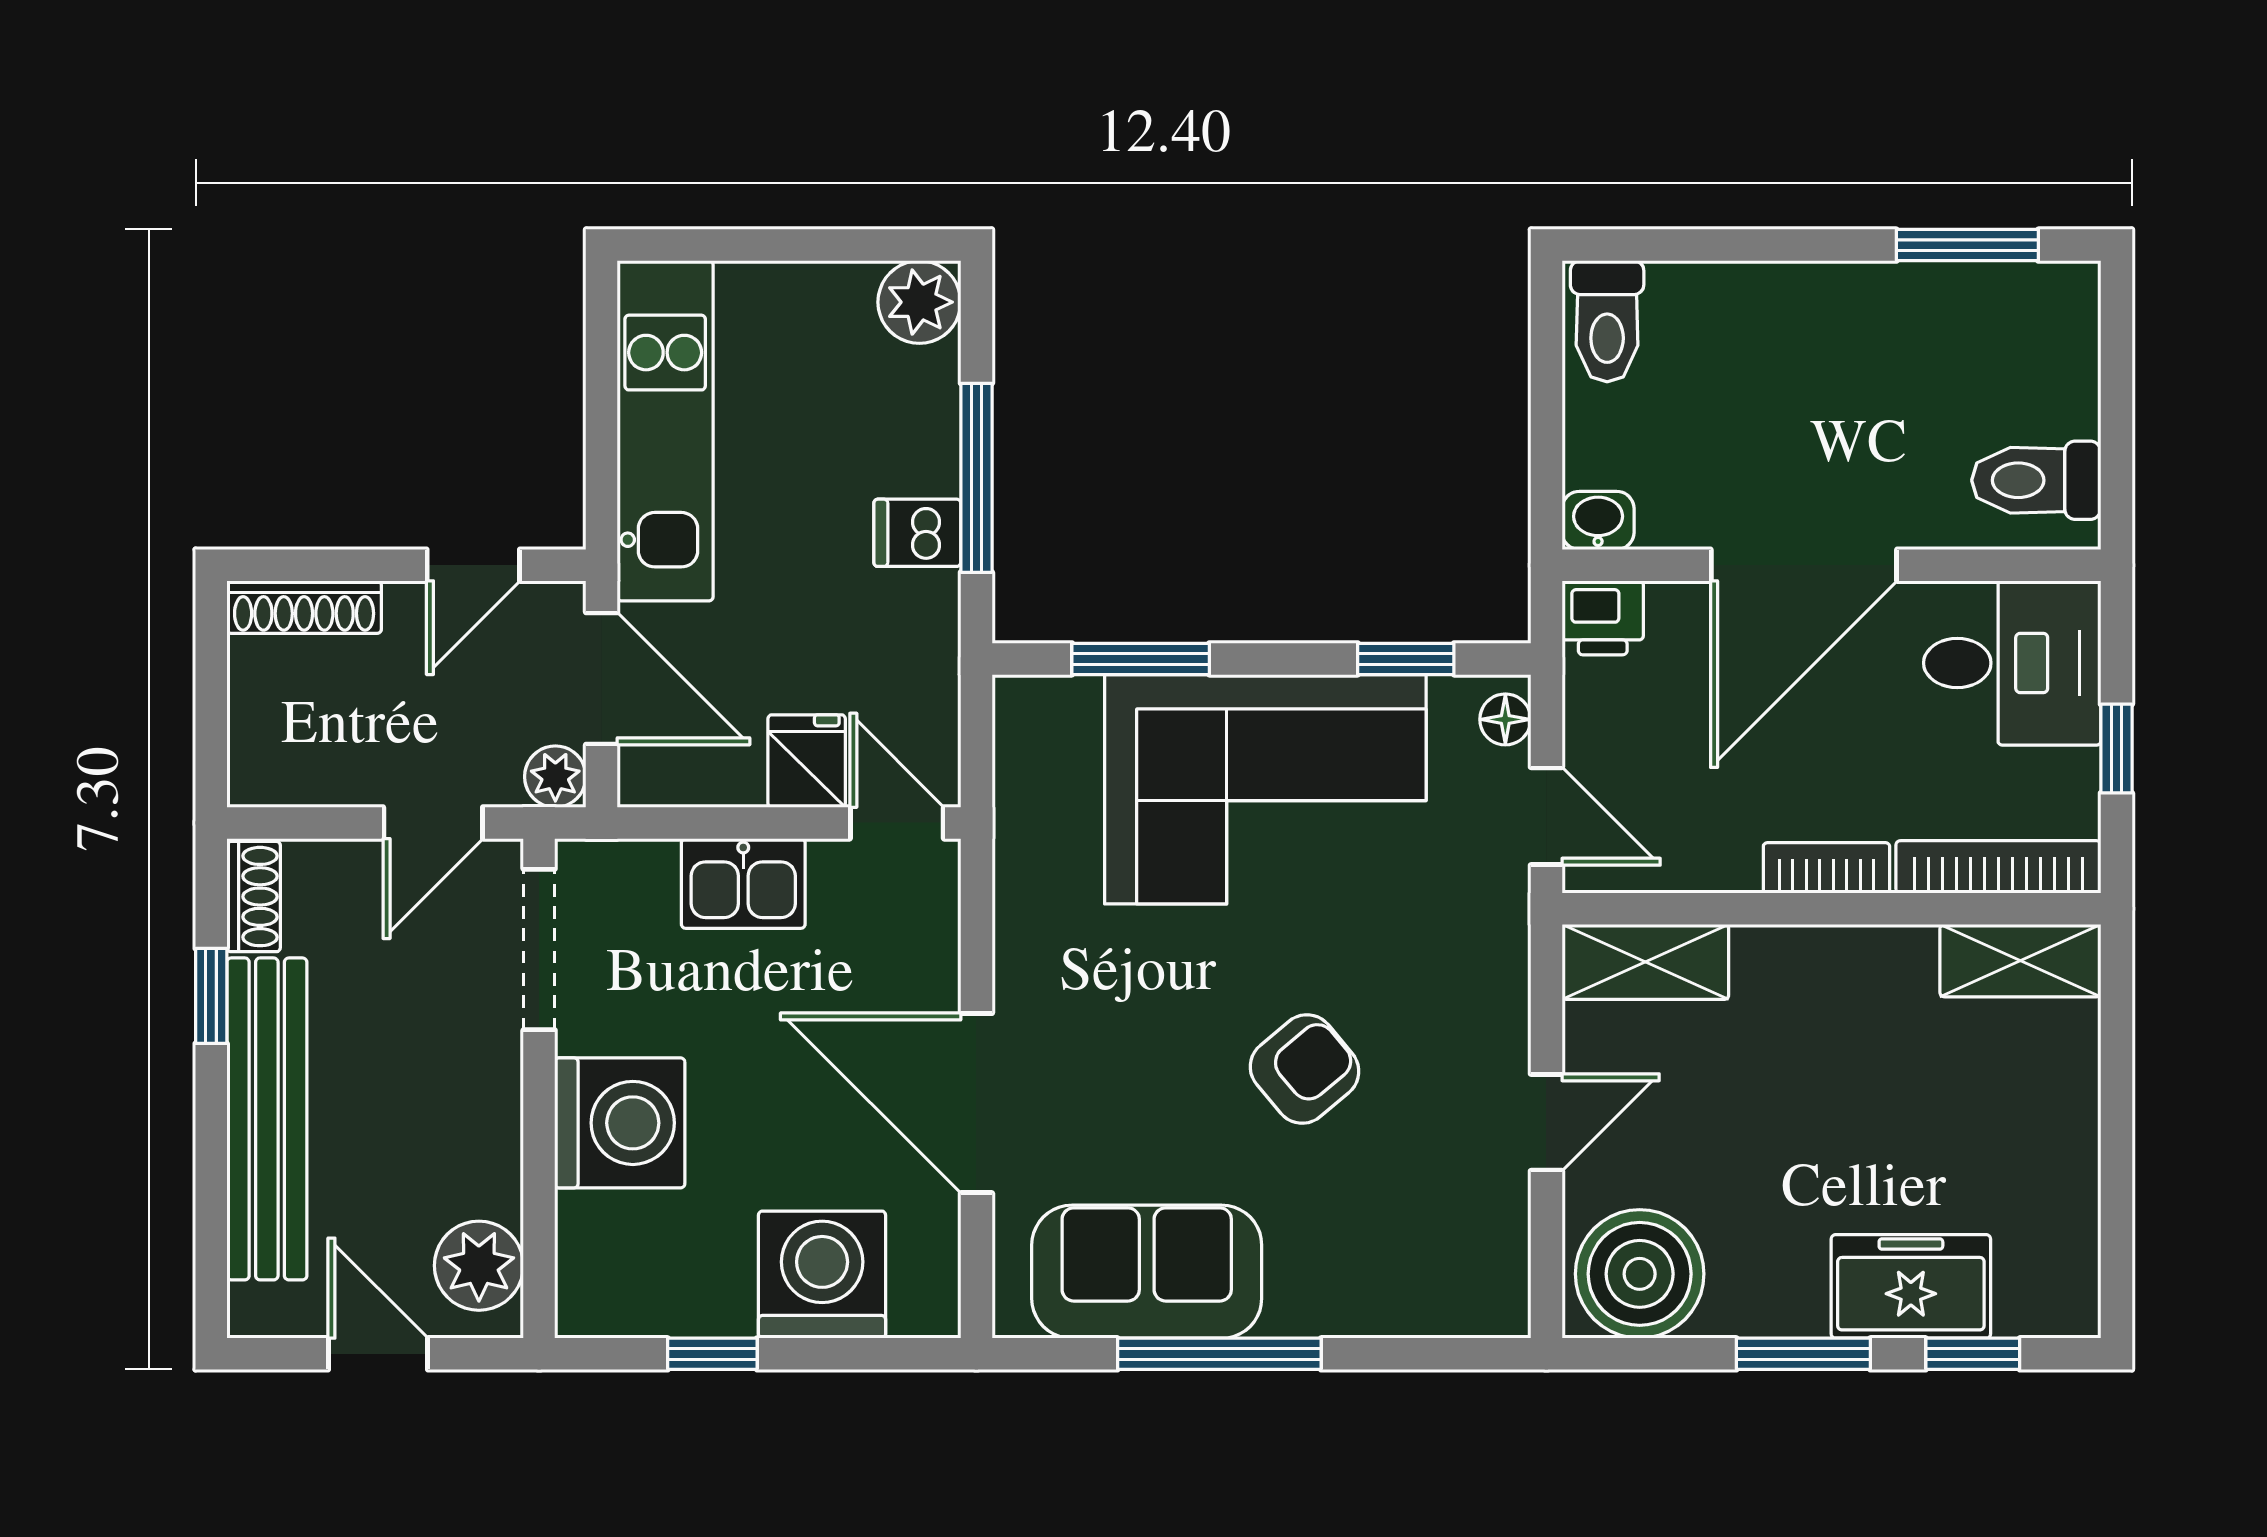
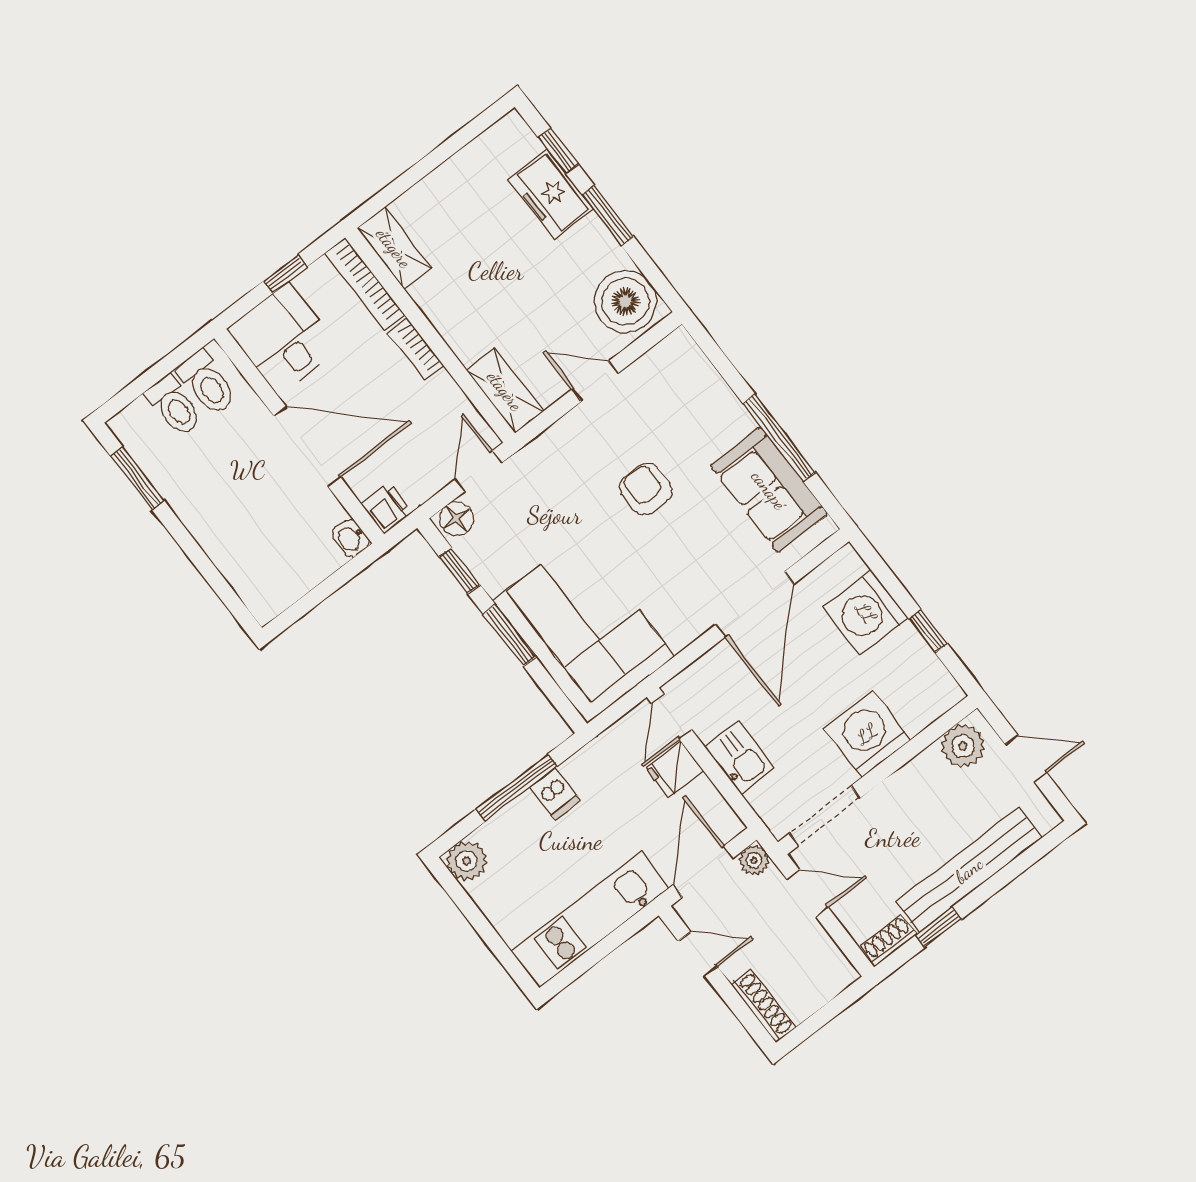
toilet: (1607, 321) -> (174, 406), moved, turned 90
window: (1141, 659) -> (510, 635), moved
floor lamp: (1505, 719) -> (456, 519), width x1.37, depth x1.37
corner sofa: (1265, 789) -> (584, 629), moved
armchair: (1305, 1069) -> (646, 489), turned 40
door: (378, 1354) -> (1026, 759), swing flipped

